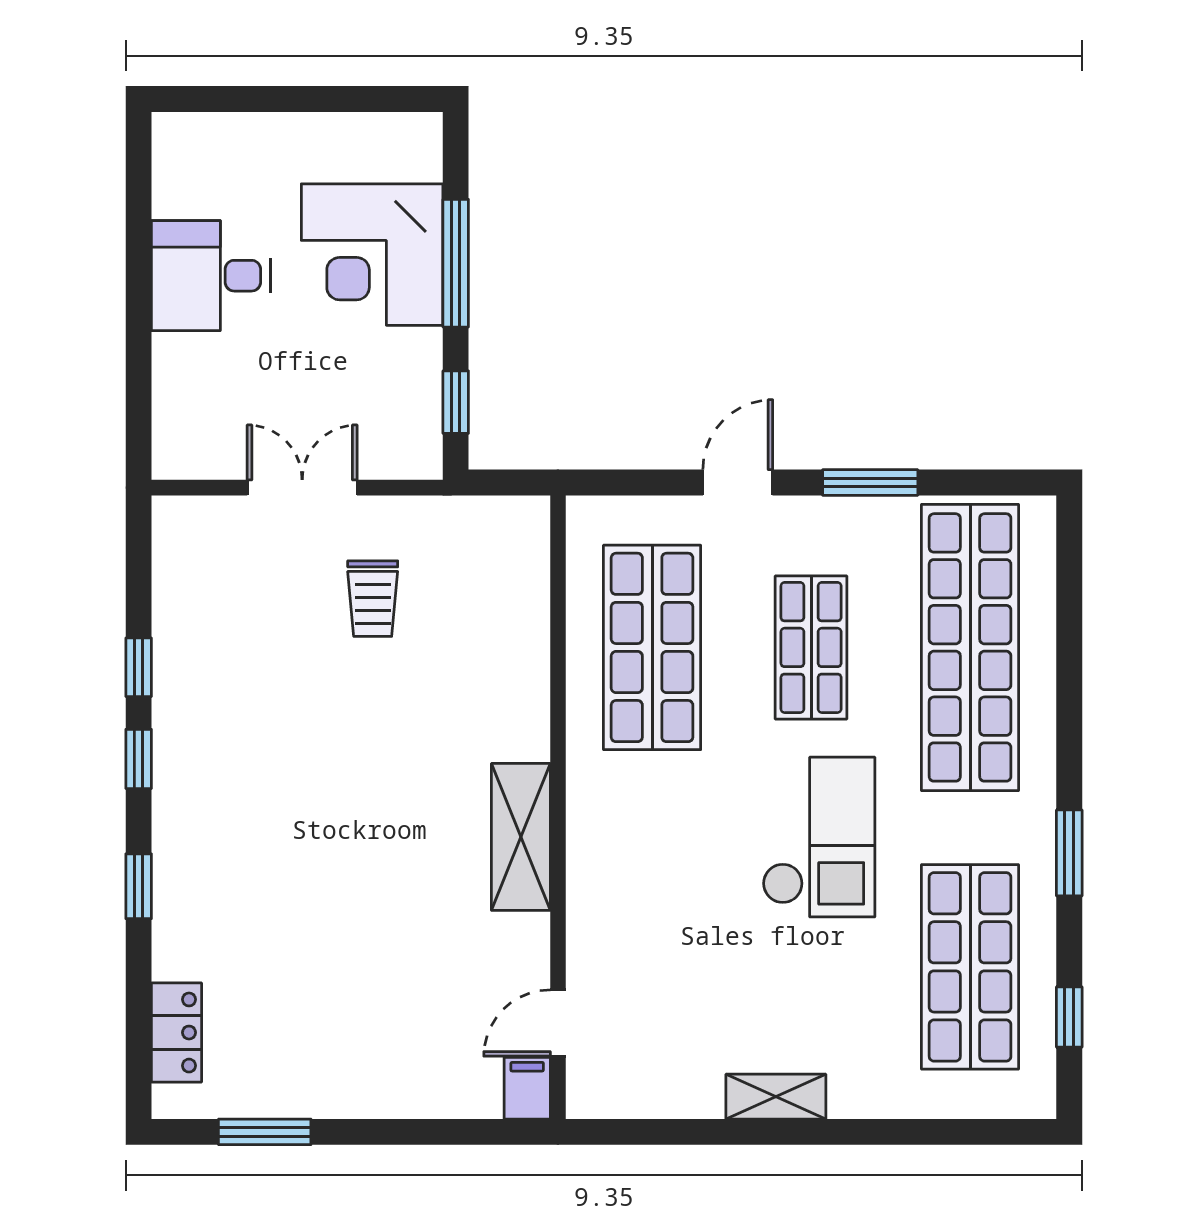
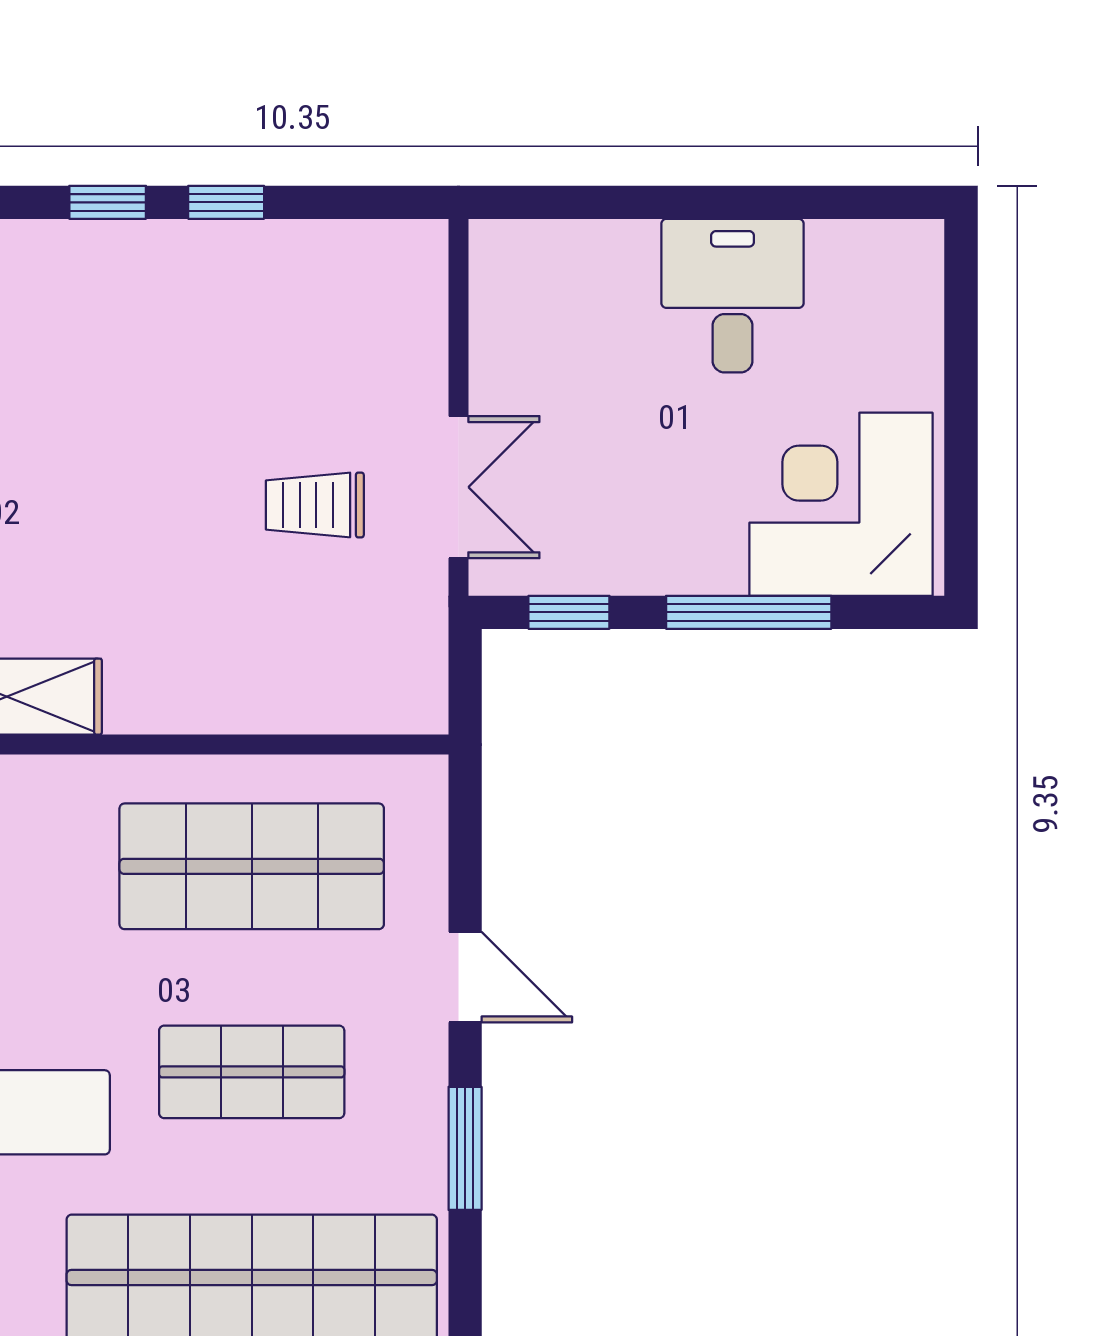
corner desk: (372, 255) -> (841, 504), moved
double door: (302, 488) -> (458, 487), moved

